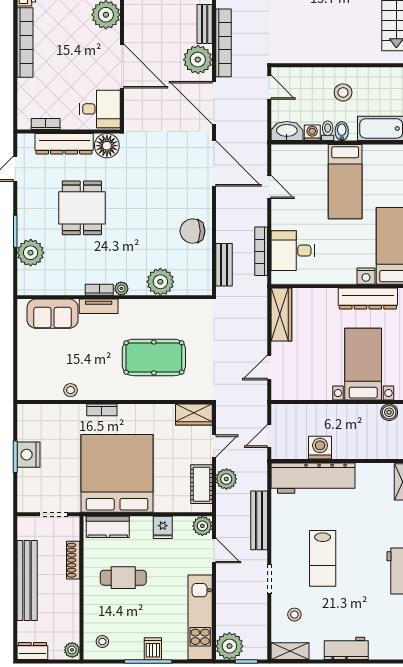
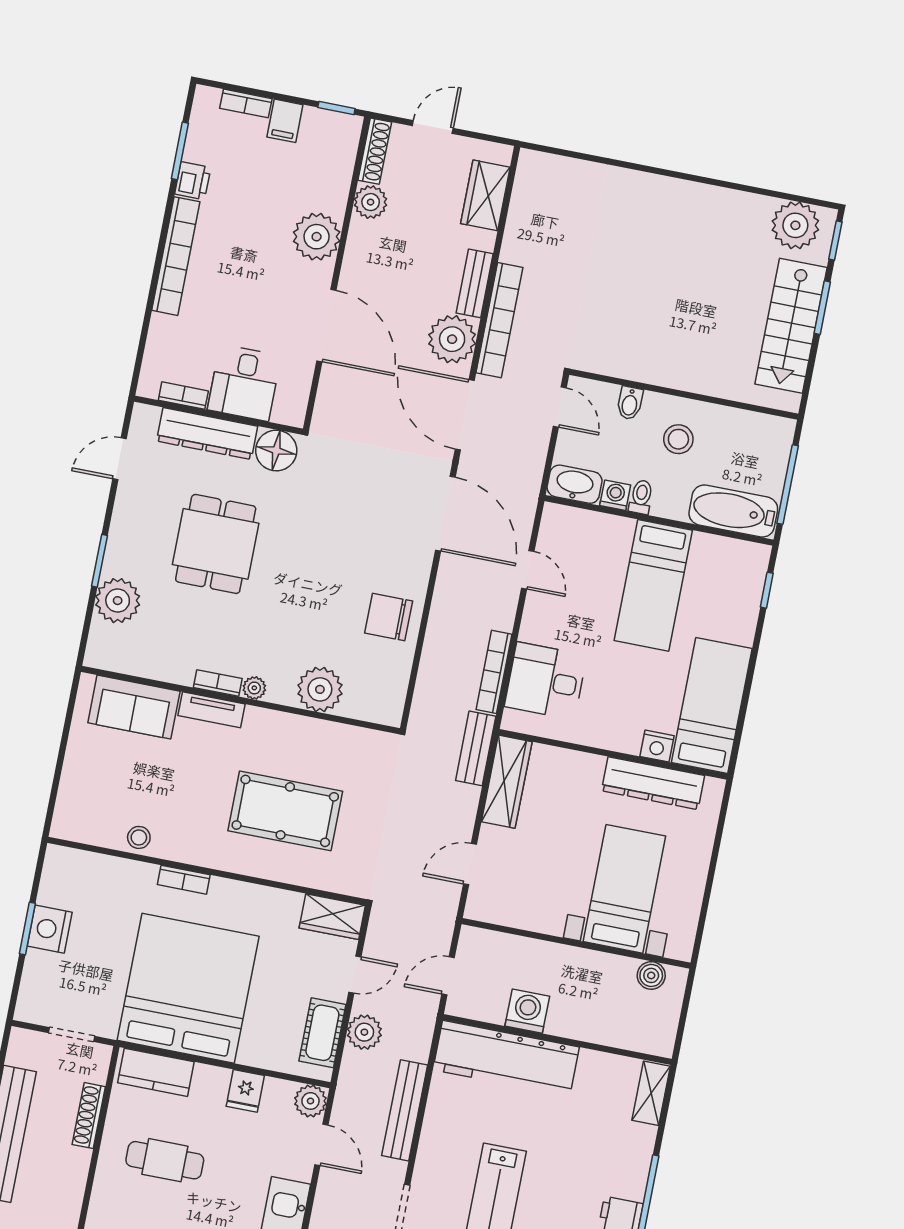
desk: (100, 109) -> (244, 383), moved, turned 90
bidet: (342, 131) -> (630, 403), moved, turned 180
bench: (224, 265) -> (476, 748), moved

